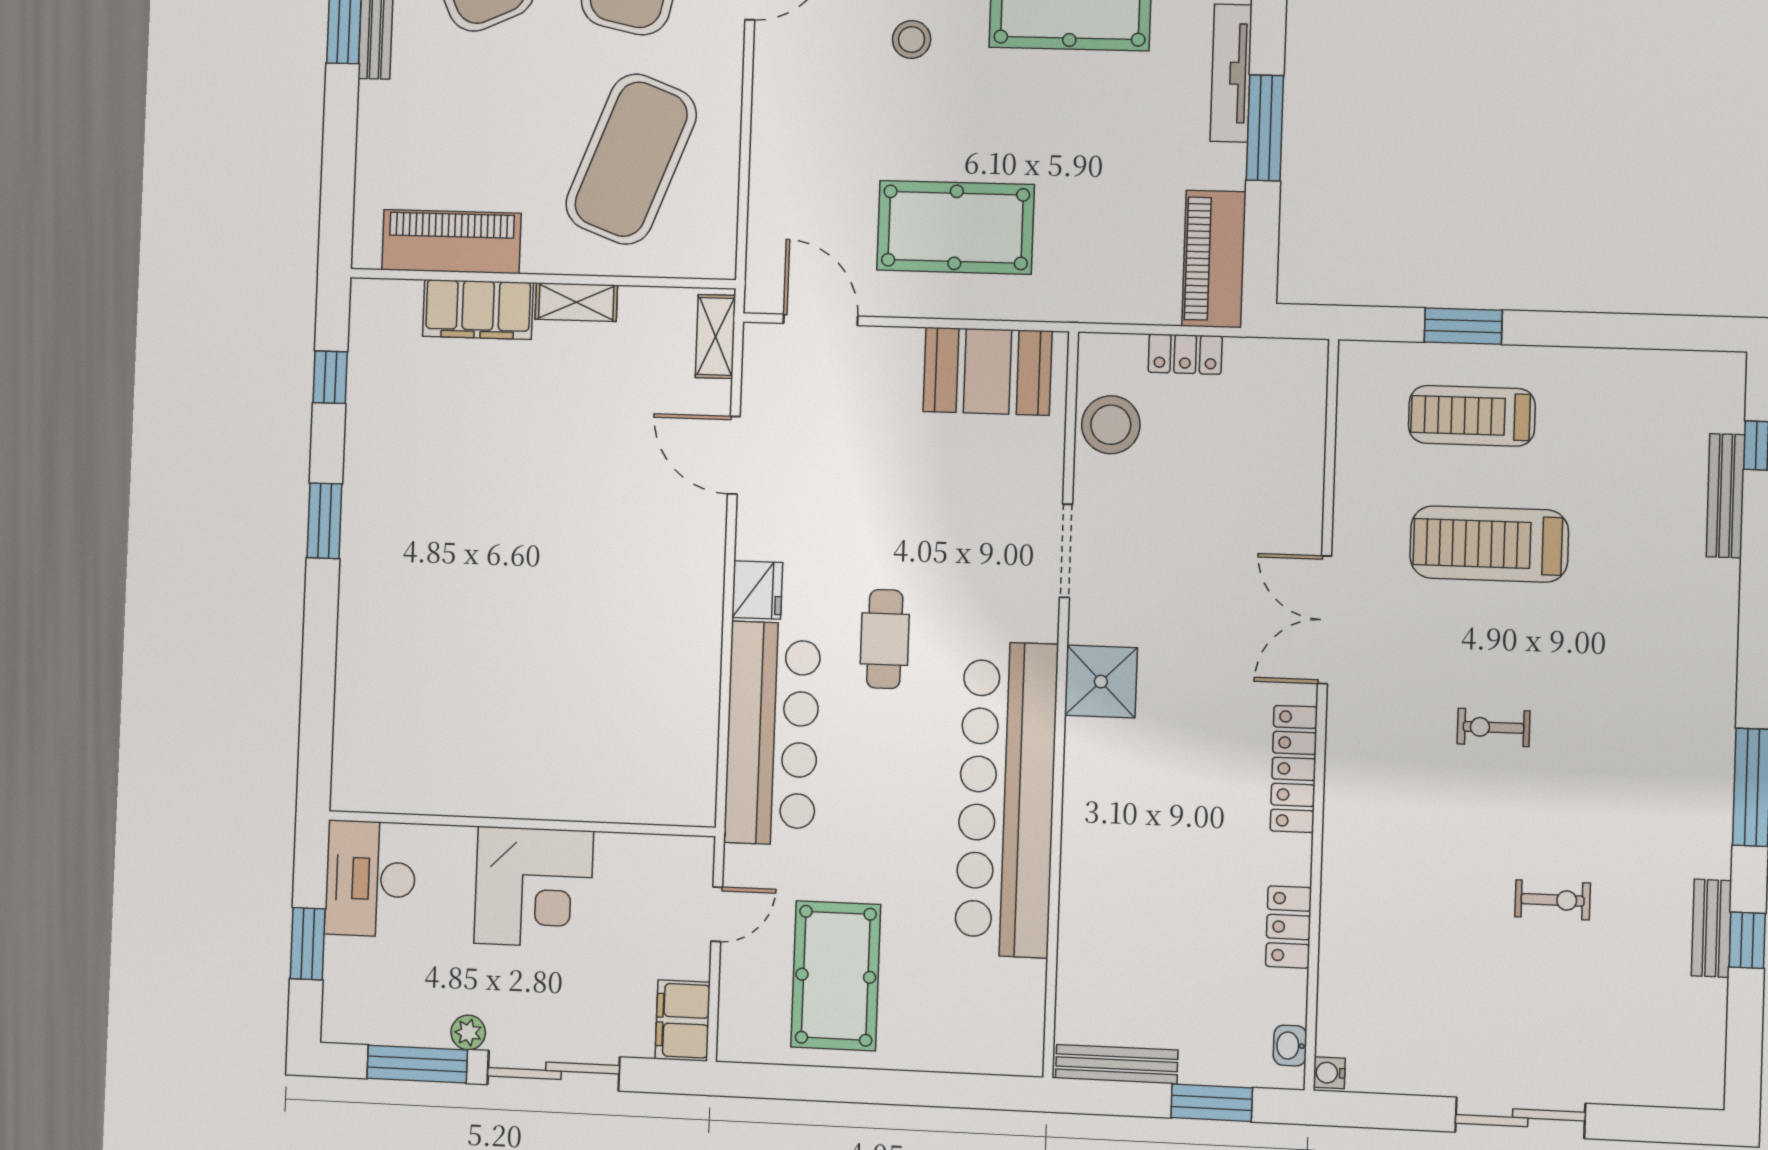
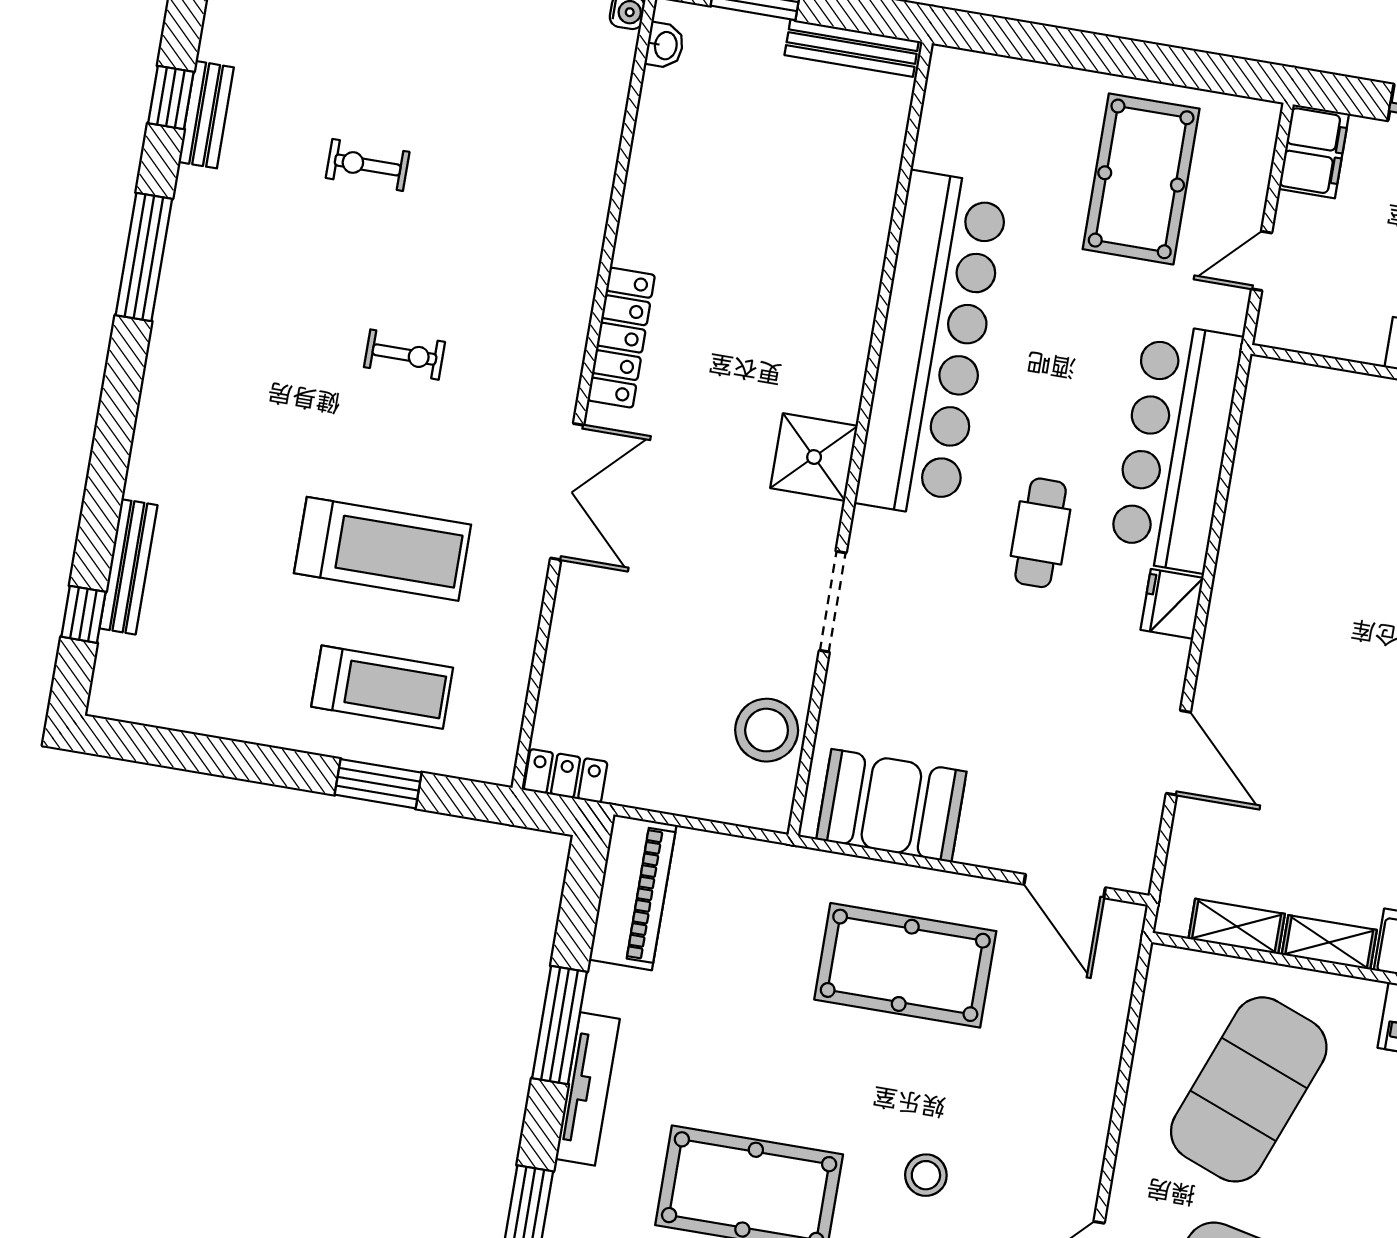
shelving: (715, 336) -> (1237, 926), moved, turned 90
locker: (1185, 354) -> (566, 776), moved
locker: (1289, 927) -> (649, 171), removed

